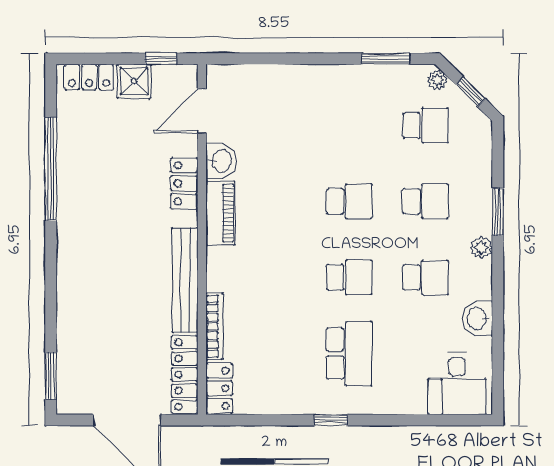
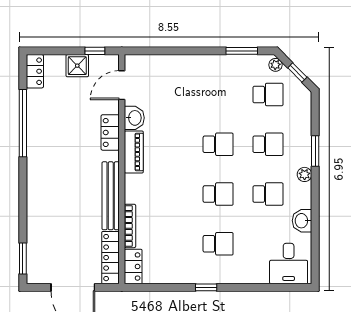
locker: (89, 77) -> (35, 71), moved, turned -90
school desk: (349, 354) -> (218, 244), width x0.54

